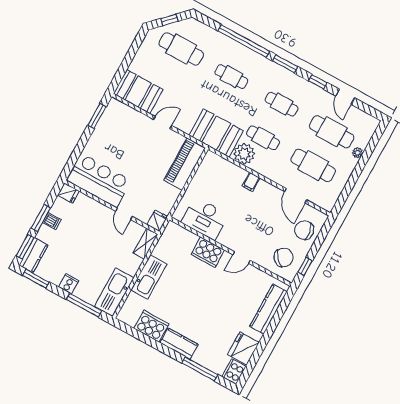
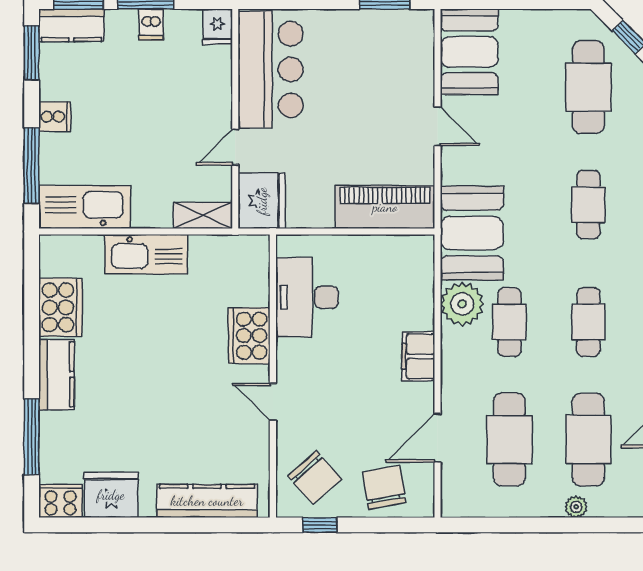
filing cabinet: (251, 182) -> (418, 356), width x2.00
fridge: (157, 221) -> (262, 201), width x1.88, depth x1.34

